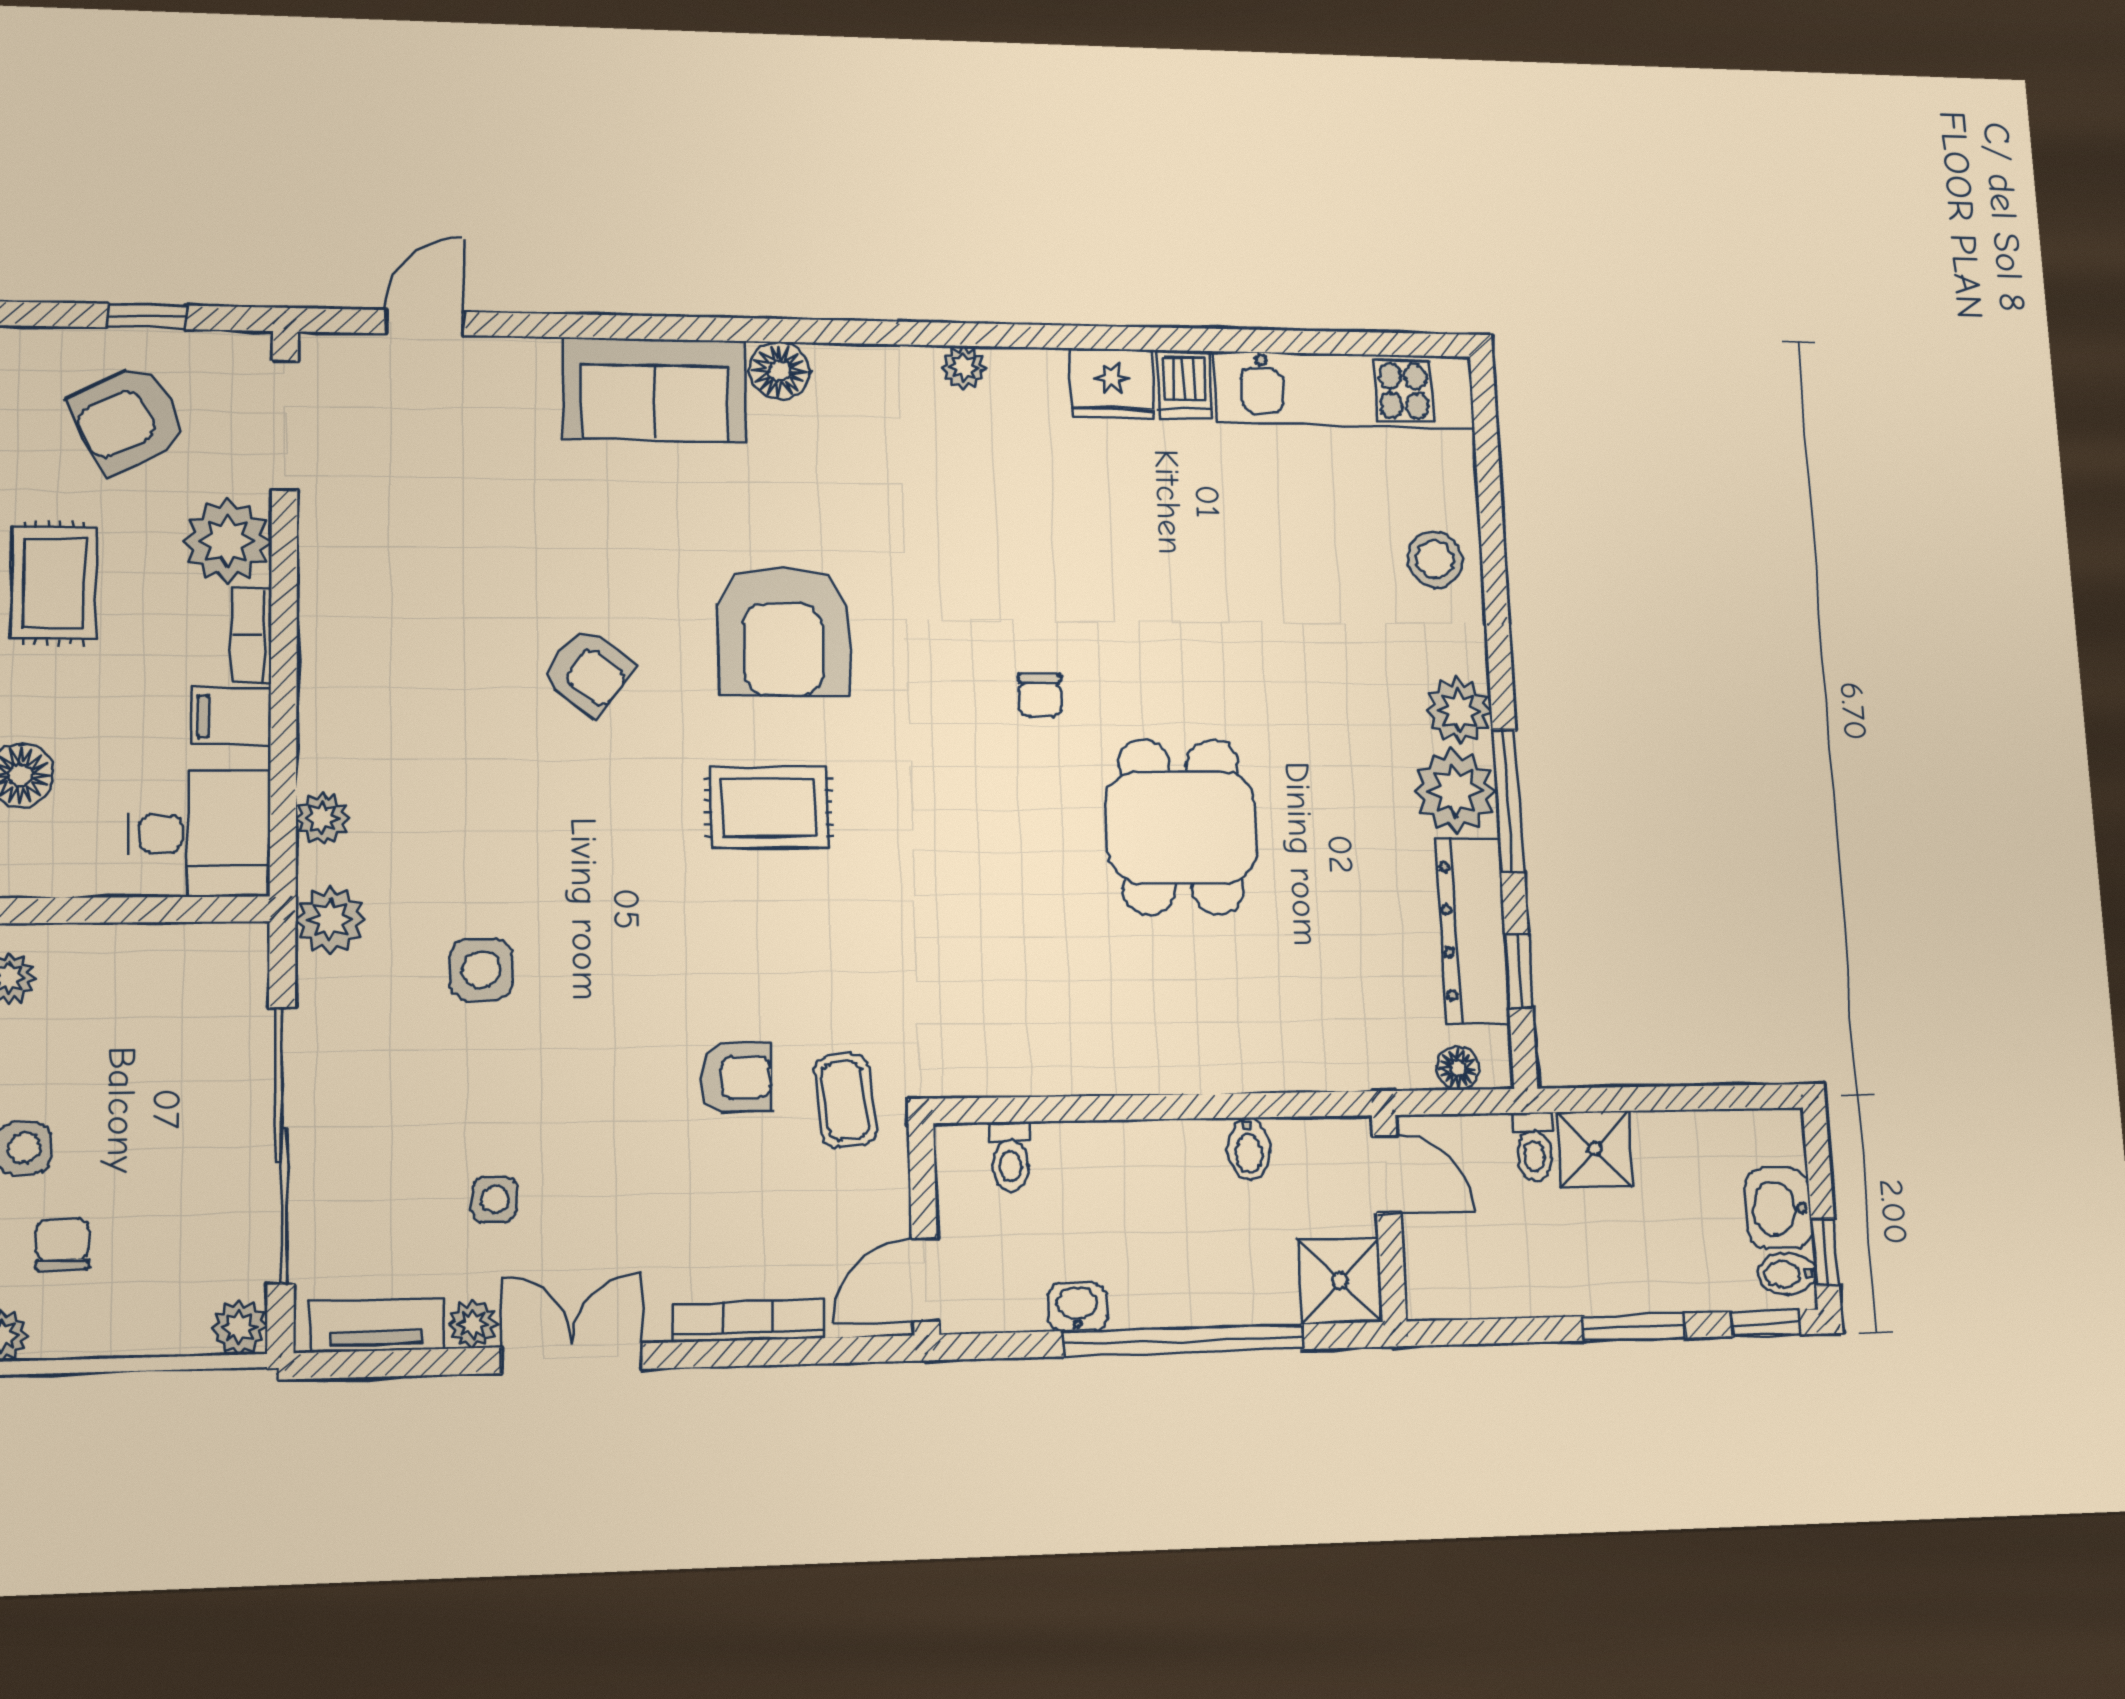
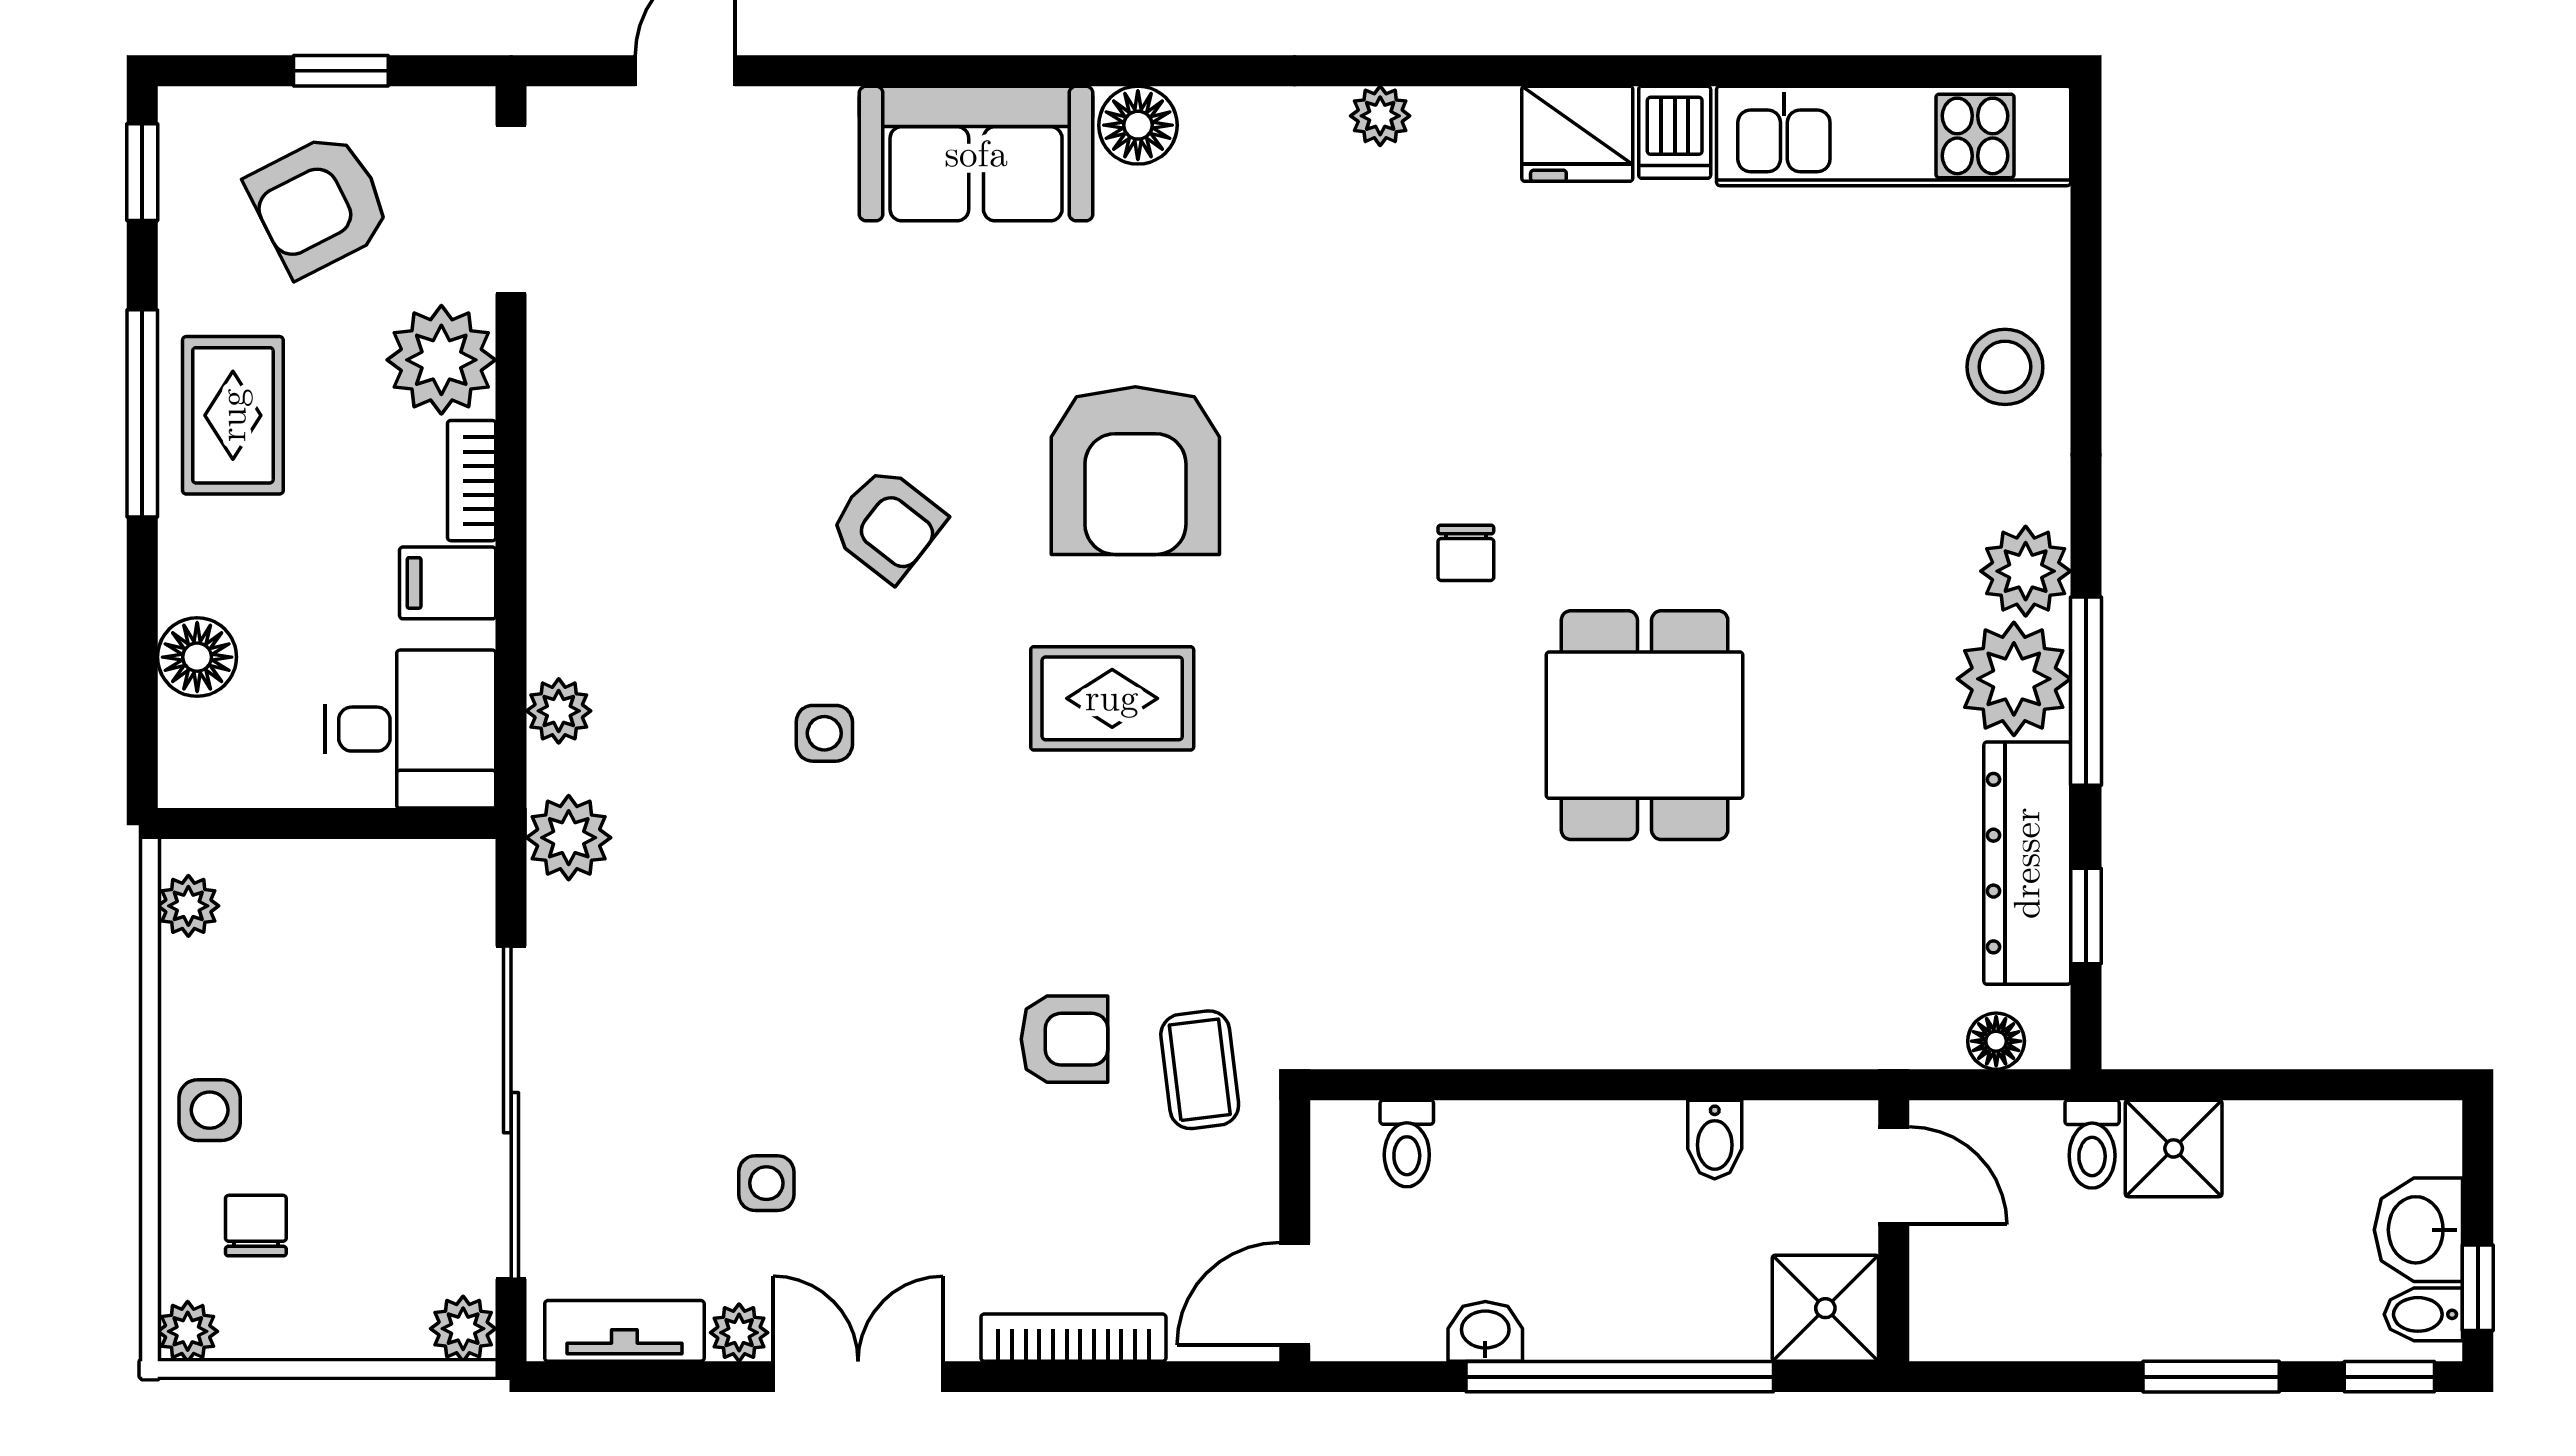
side table: (481, 969) -> (824, 733), moved, width x0.73, depth x0.73

